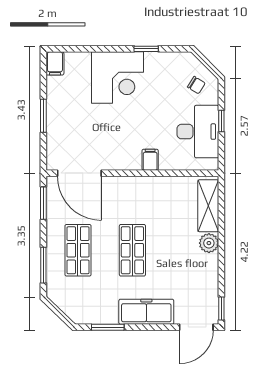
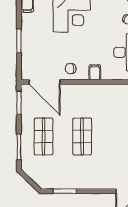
chair: (116, 155) -> (71, 69), added
freezer: (146, 312) -> (92, 180), removed

